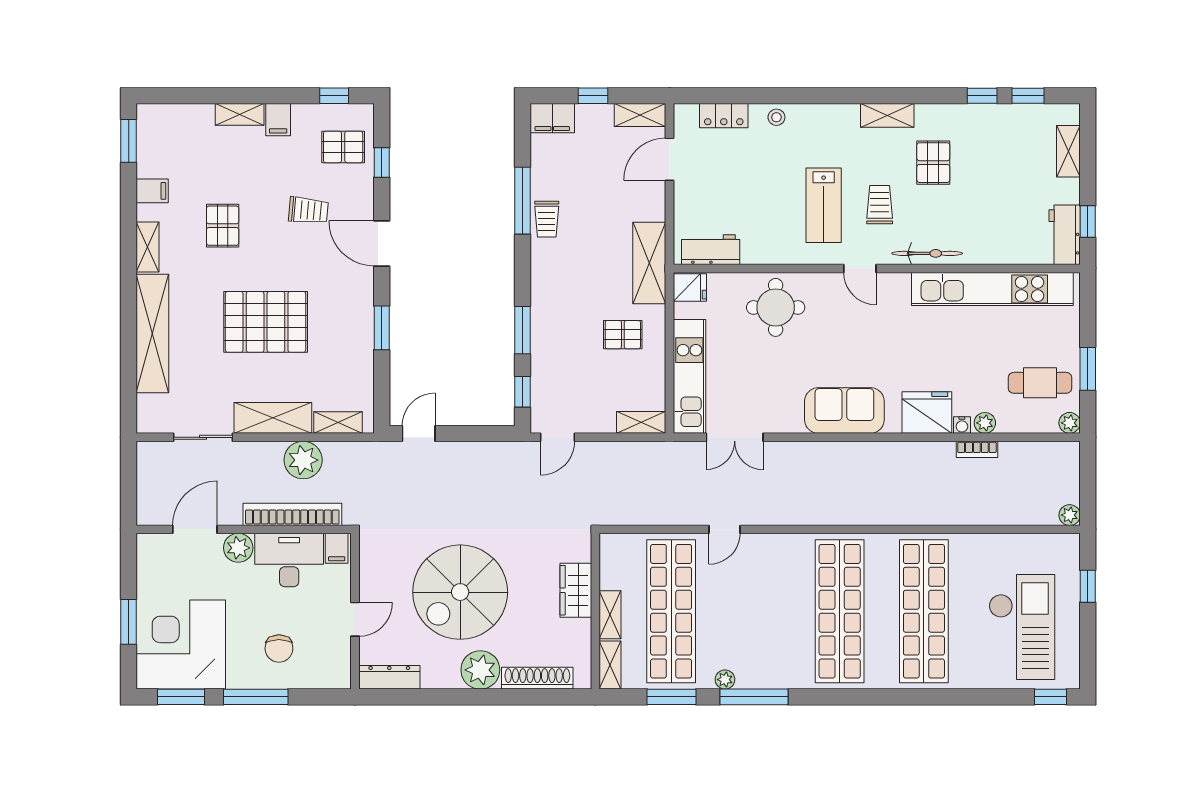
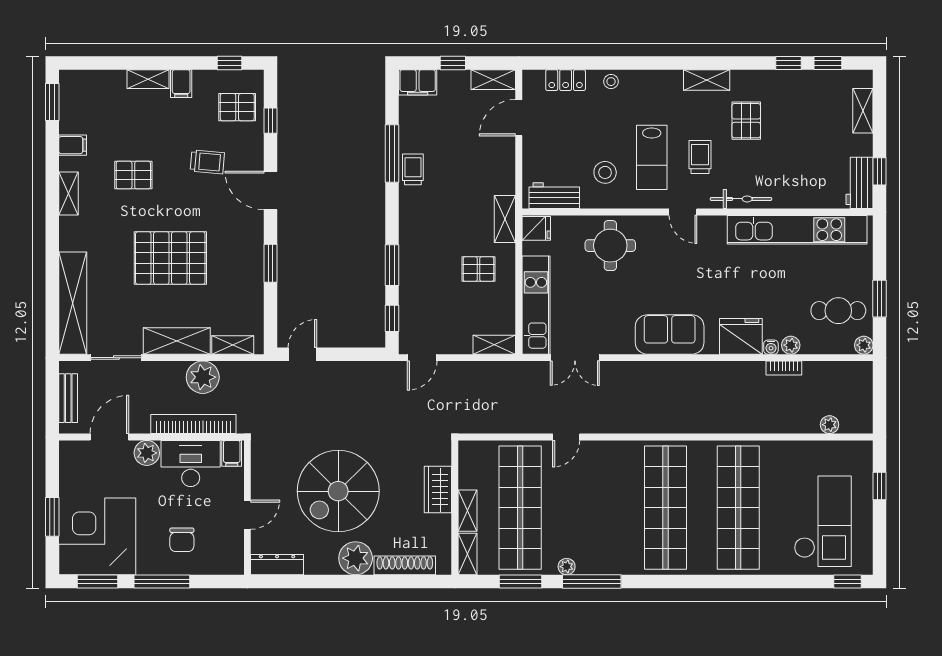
trolley: (547, 219) -> (413, 169), turned 180
stool: (770, 223) -> (605, 172), added
pallet: (223, 226) -> (133, 175), turned 90
shelving: (649, 263) -> (505, 219), width x0.67, depth x0.75
shelving: (152, 334) -> (73, 303), moved
bench: (147, 484) -> (68, 398), added
plant: (1070, 515) -> (829, 425), moved

